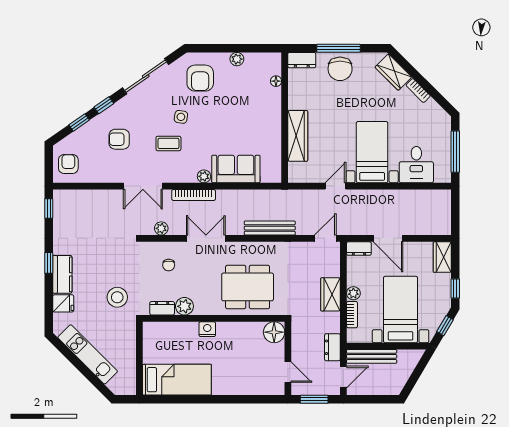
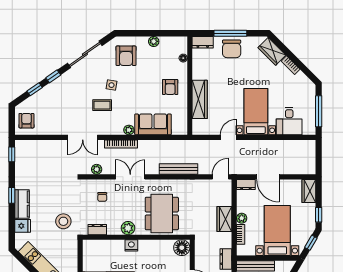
armchair: (119, 139) -> (170, 87), moved, turned -90
dining table: (248, 287) -> (162, 213), turned 90
plant: (184, 306) -> (128, 228), moved

